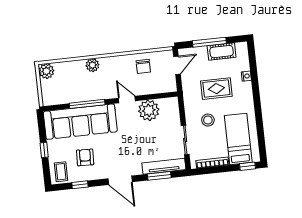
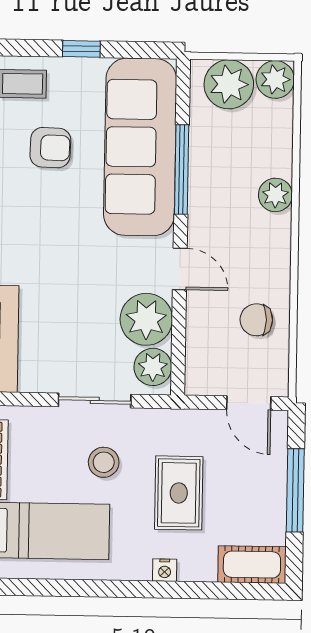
cot: (222, 52) -> (252, 565), moved, turned 90
nightstand: (246, 76) -> (165, 570), moved
plant: (51, 89) -> (229, 84), added
door: (127, 100) -> (180, 269), hinge flipped
plant: (167, 105) -> (153, 367), added
sliding door: (185, 140) -> (95, 400), moved

